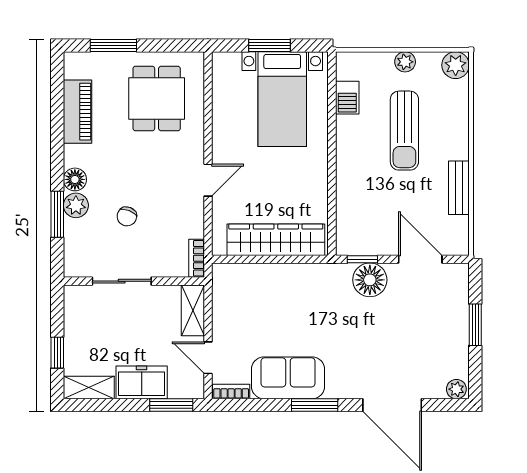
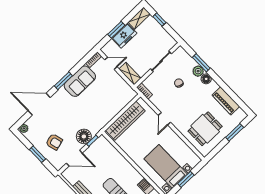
dining table: (157, 99) -> (205, 129), turned 90
armchair: (428, 319) -> (54, 142), added
window: (171, 405) -> (116, 30), moved

